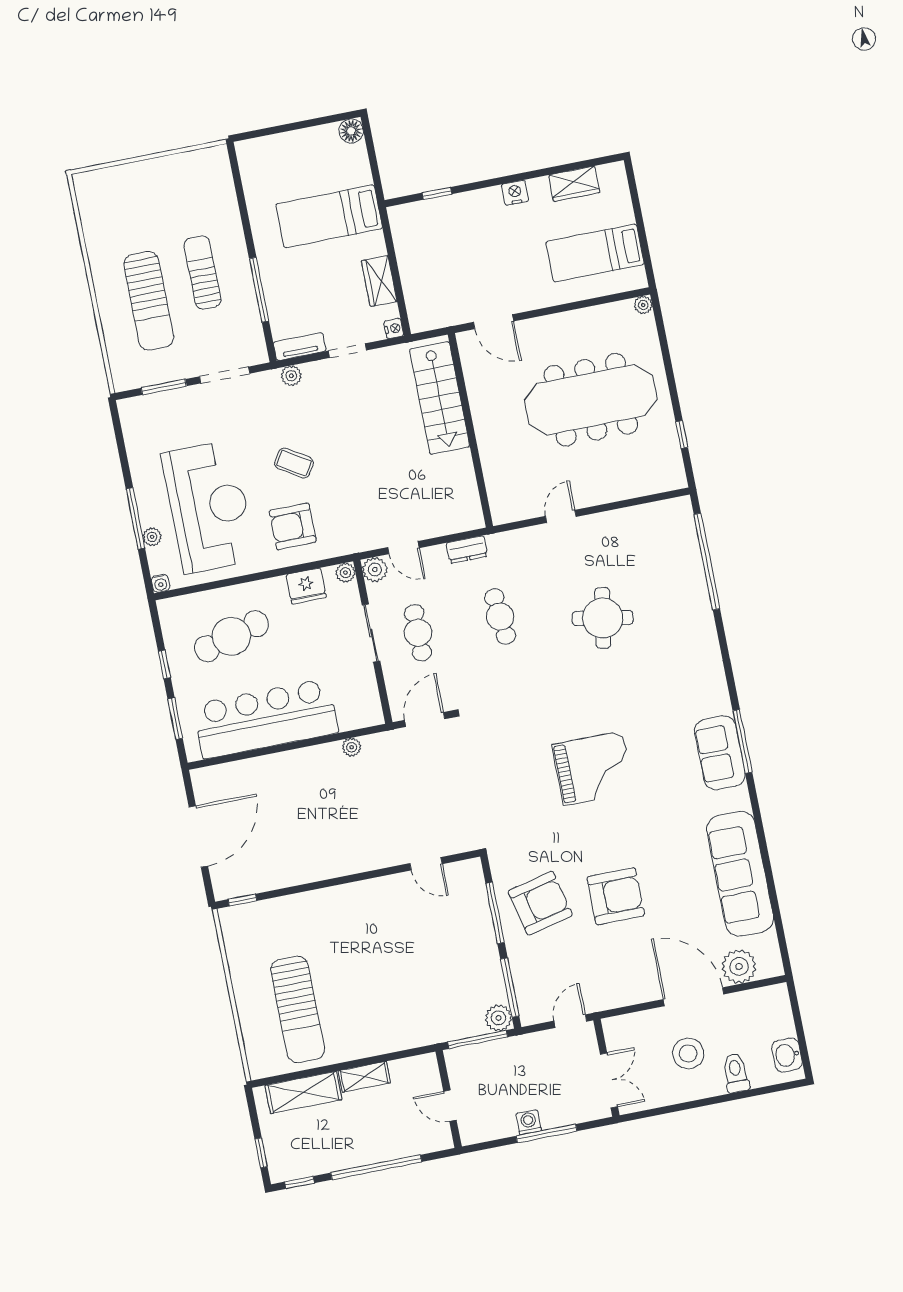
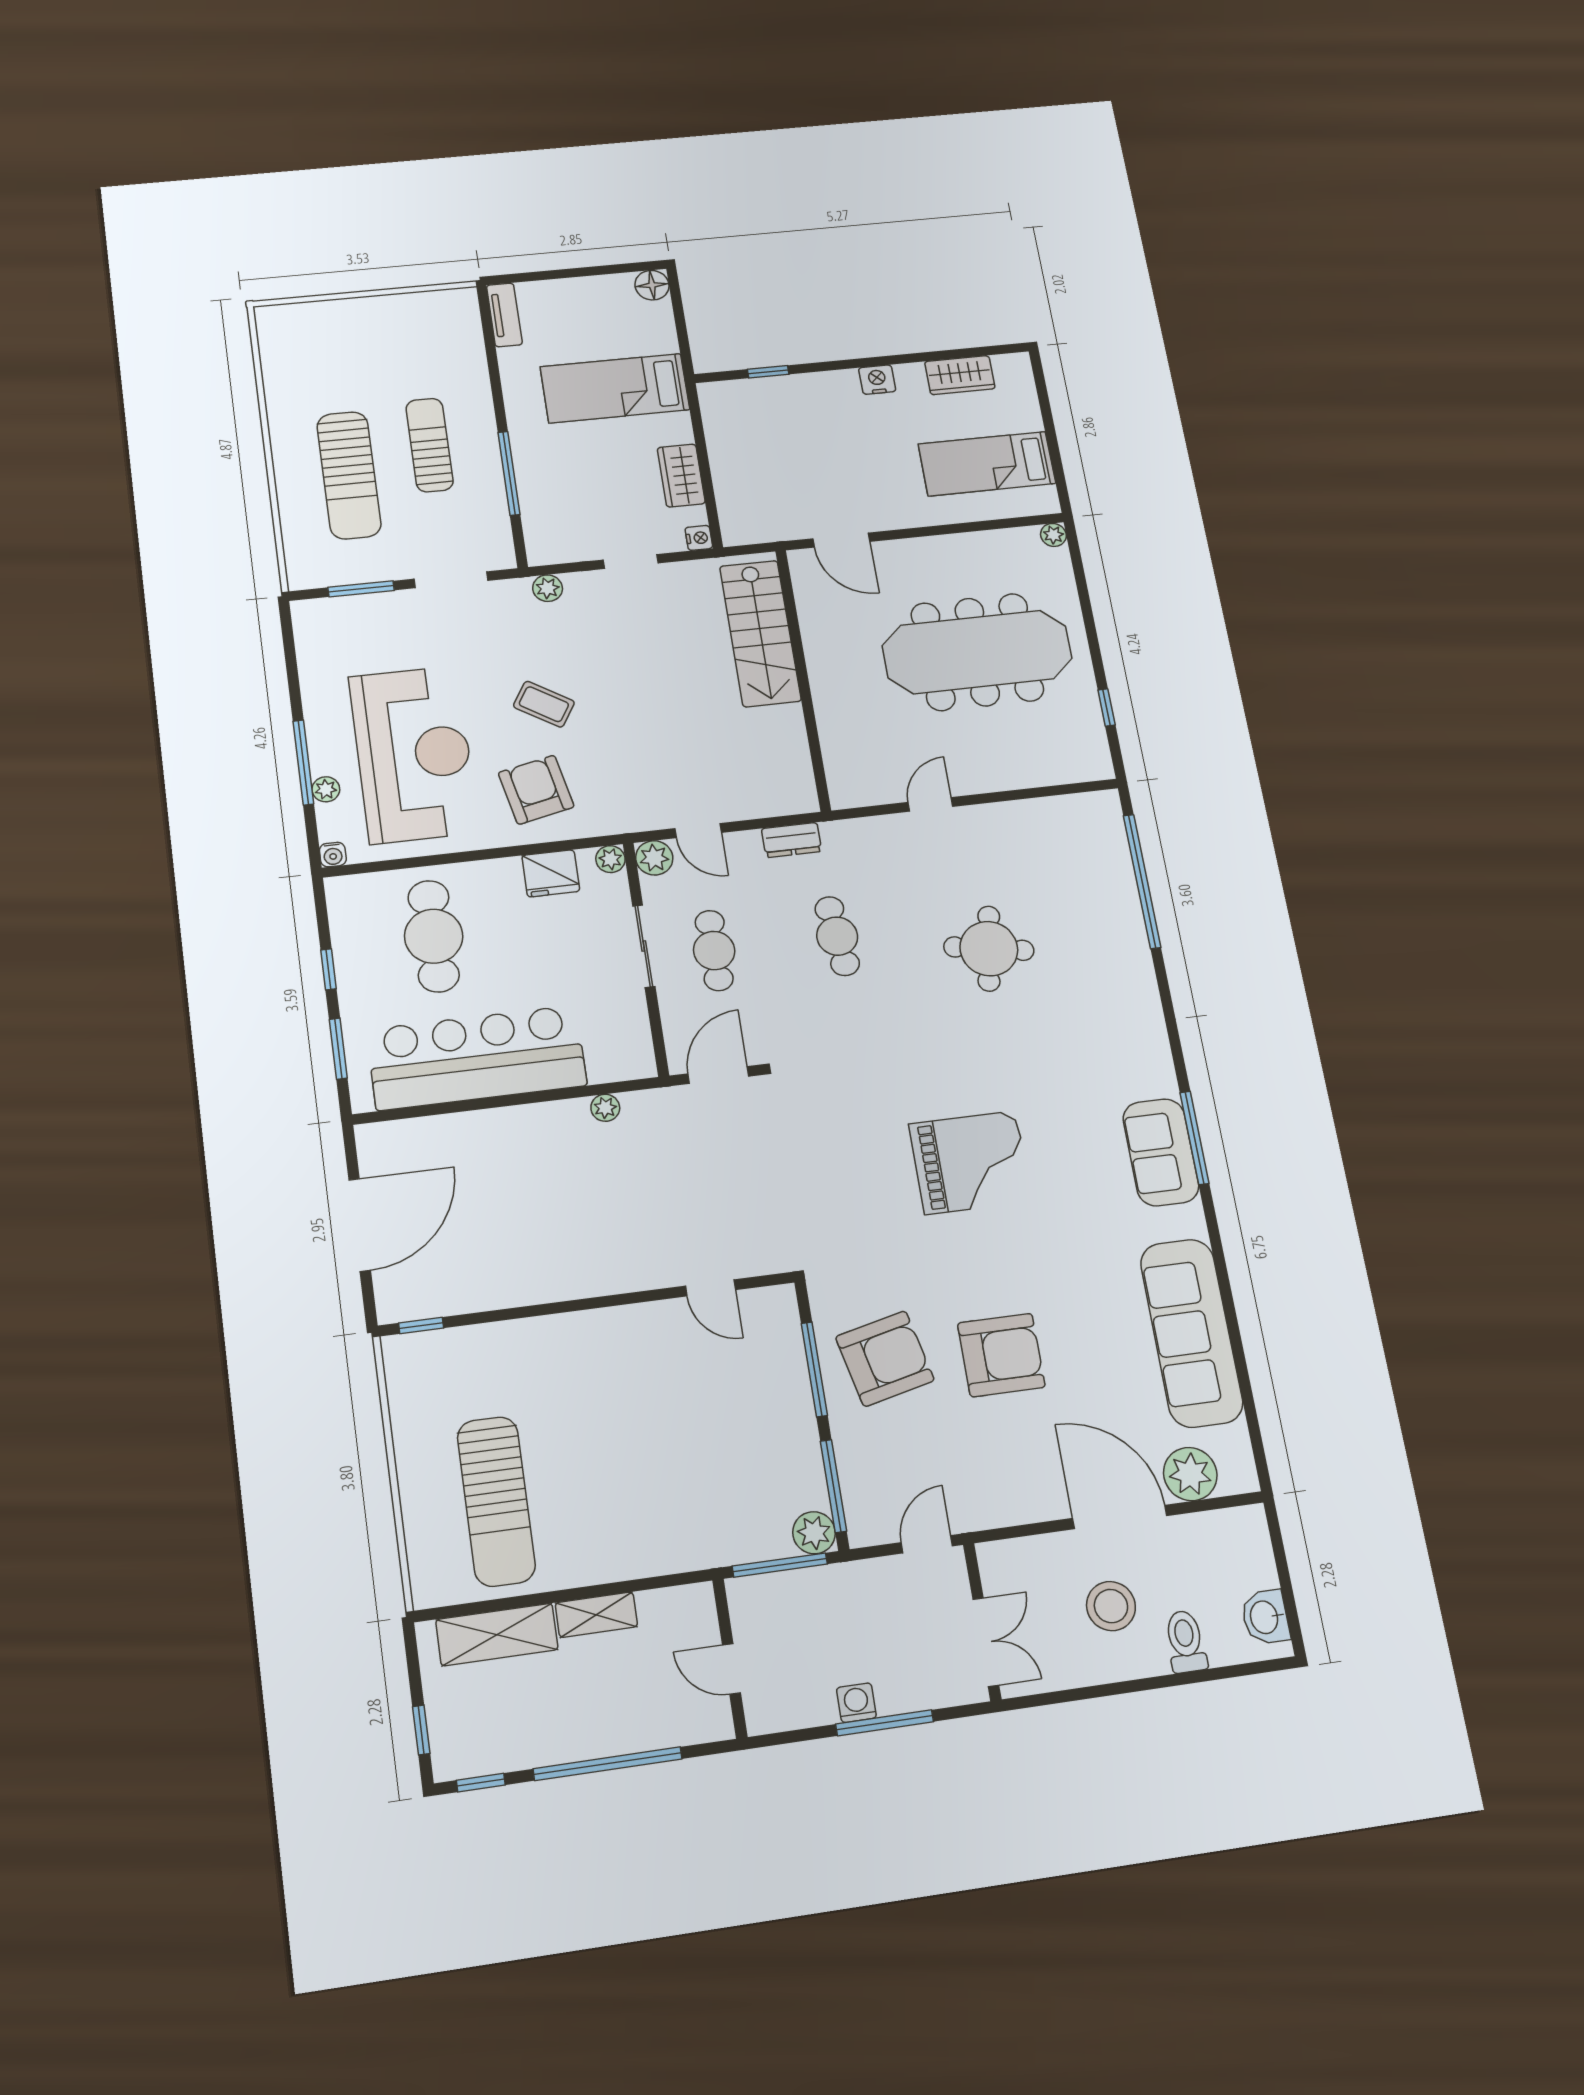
tv unit: (300, 347) -> (504, 315), moved, turned 90
armchair: (293, 526) -> (536, 790), turned 78
cafe table: (231, 636) -> (434, 936), turned -74

